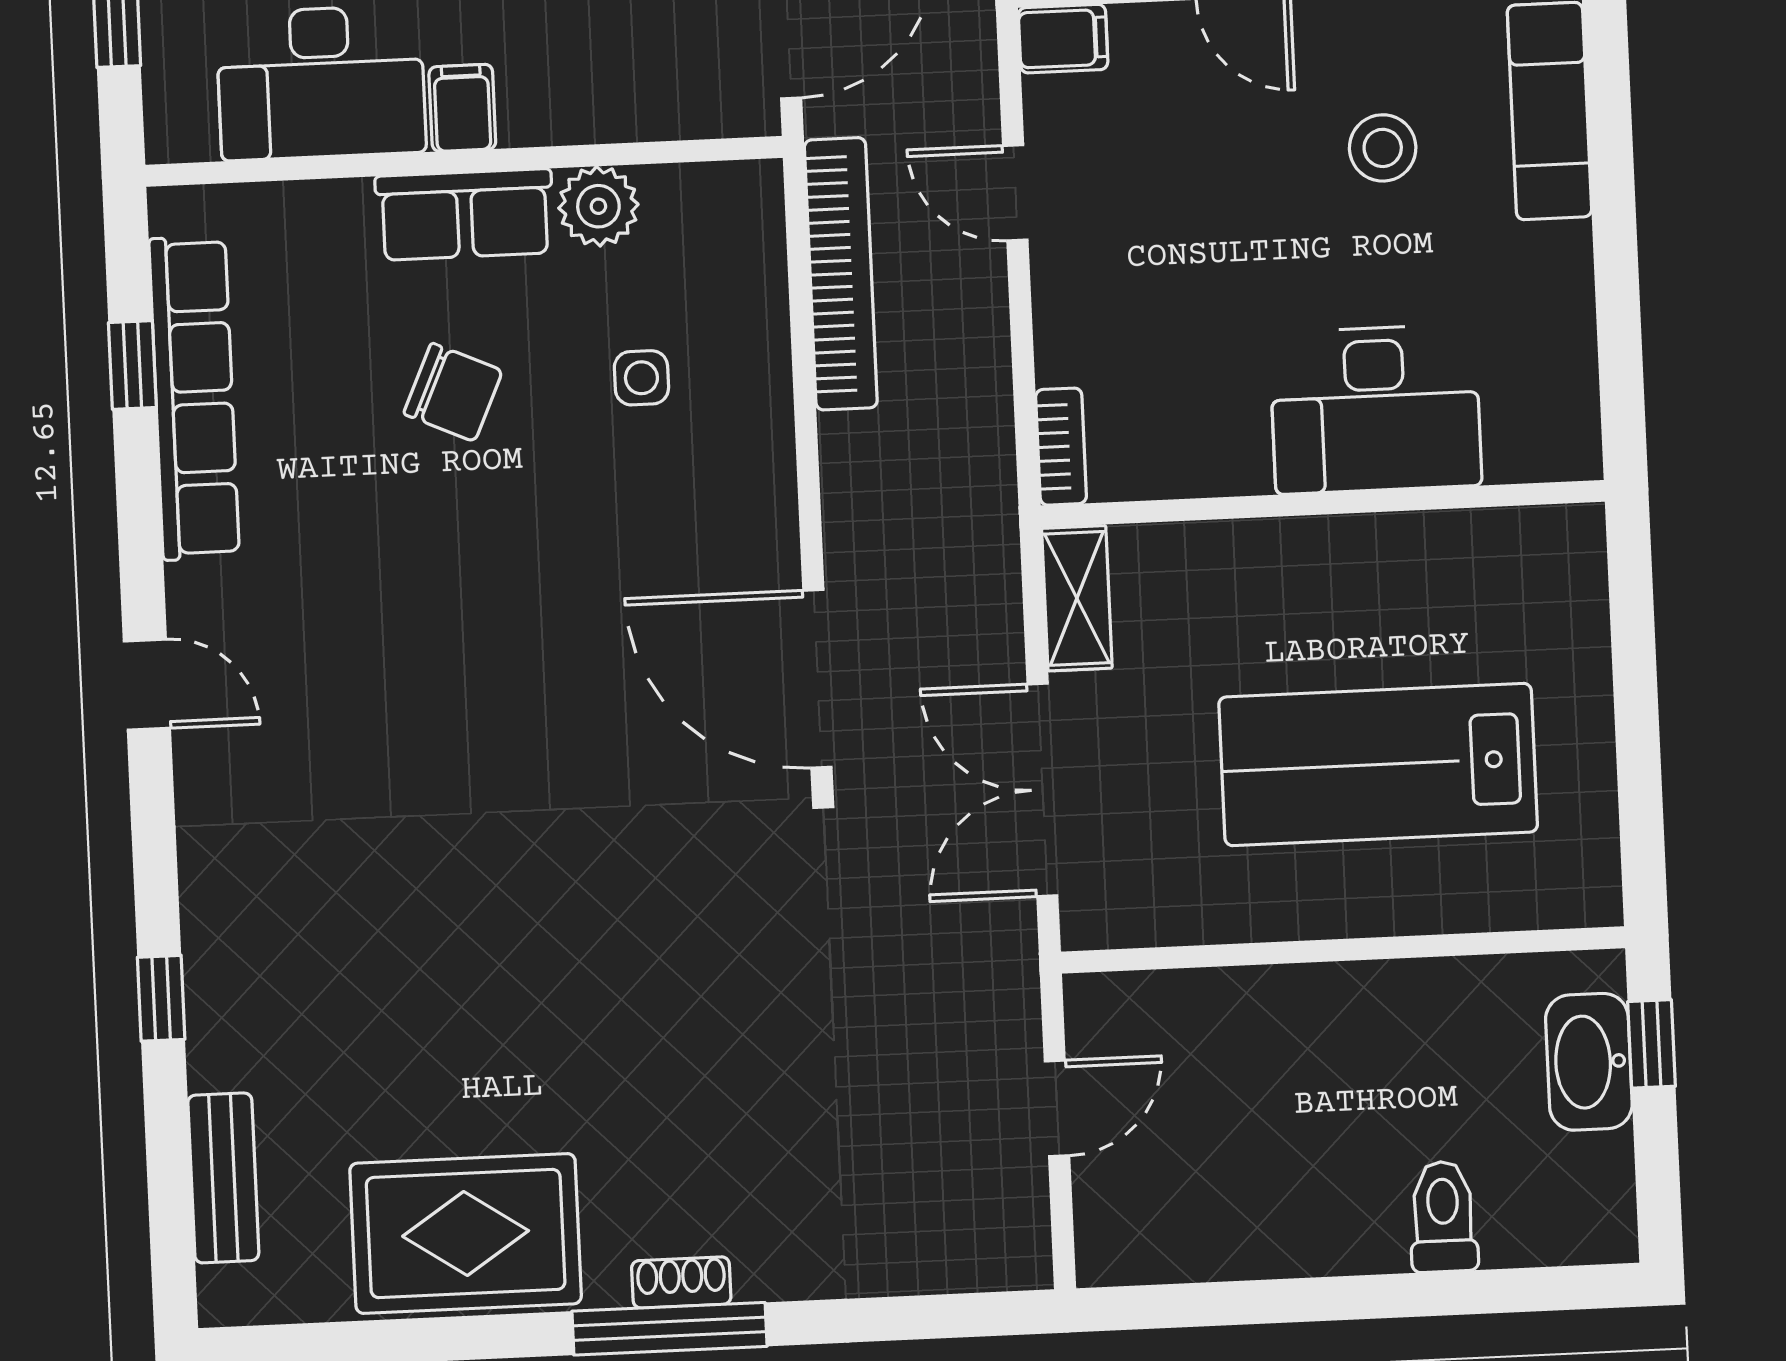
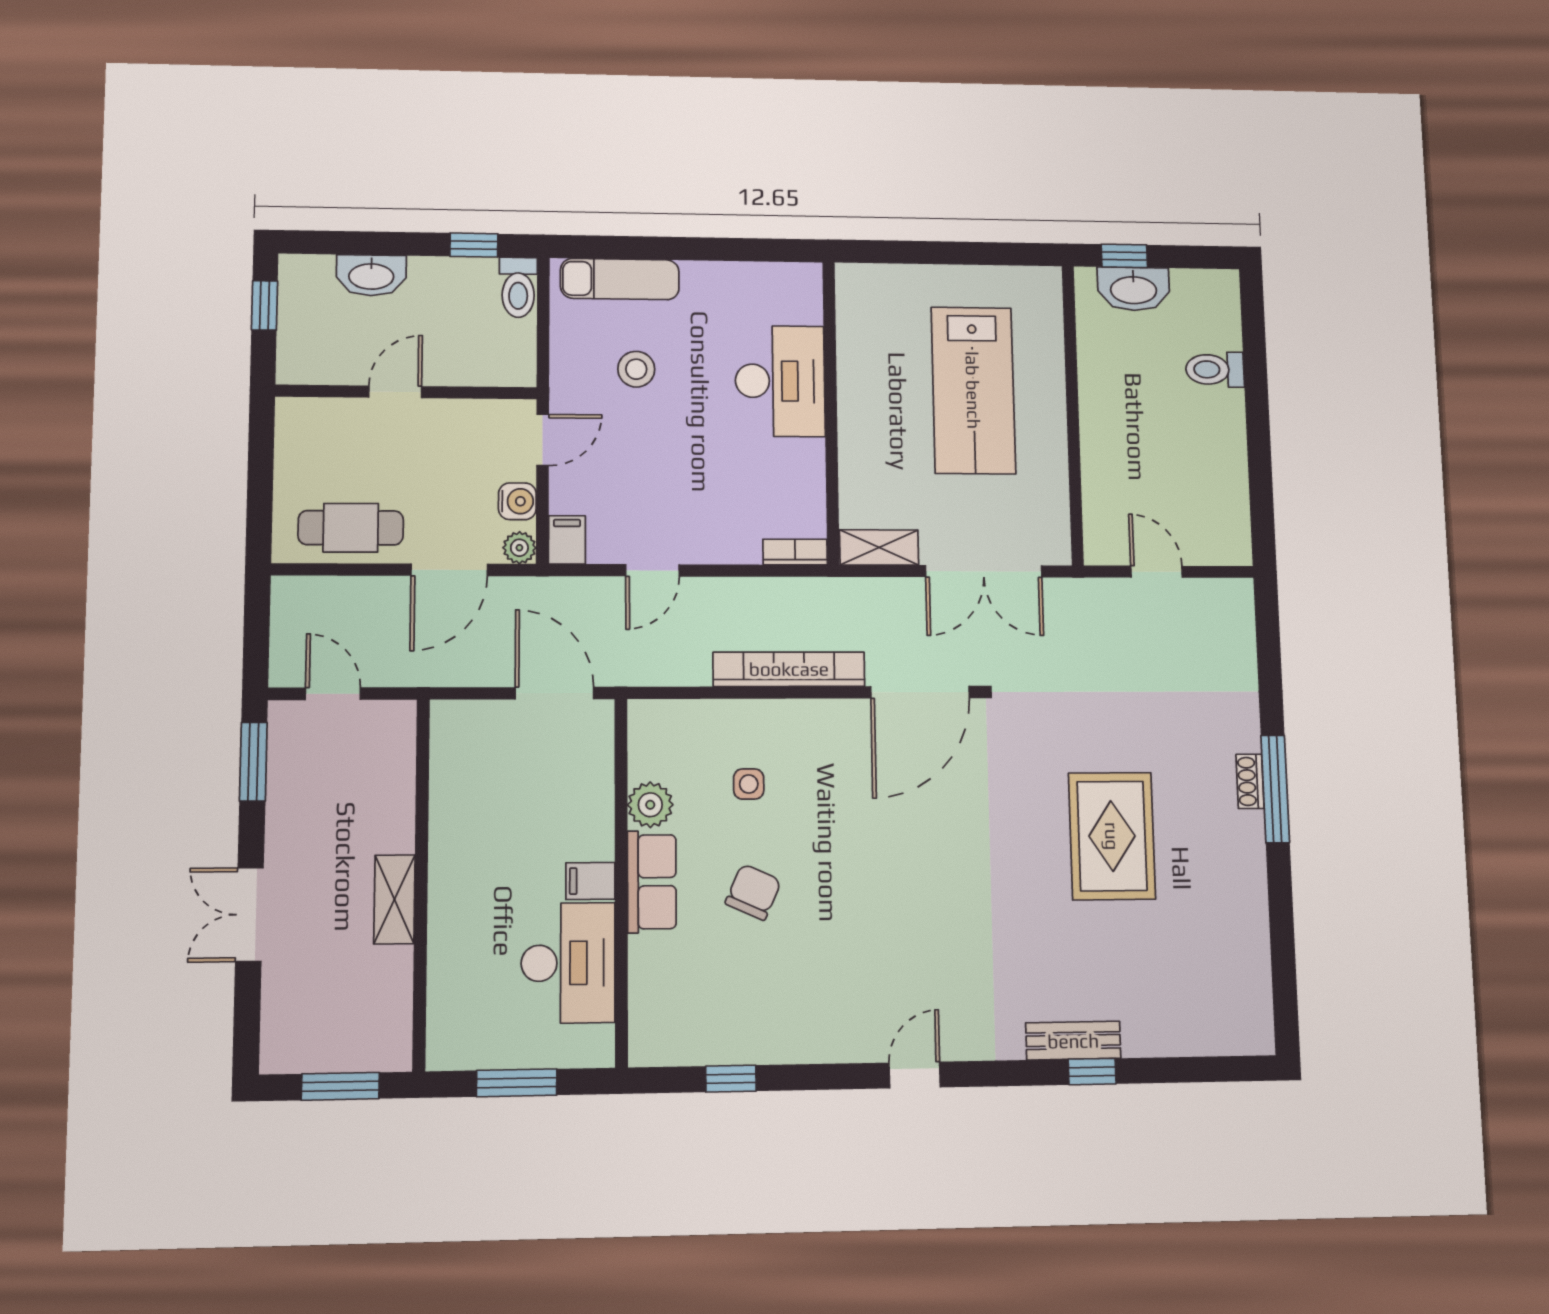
bookcase: (841, 274) -> (789, 669), moved
row of seats: (194, 398) -> (751, 1043), removed
bench: (223, 1178) -> (1073, 1041), moved
rug: (466, 1233) -> (1112, 836), moved

